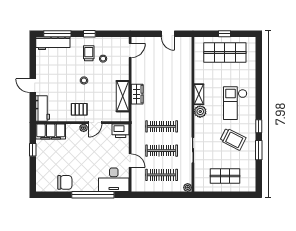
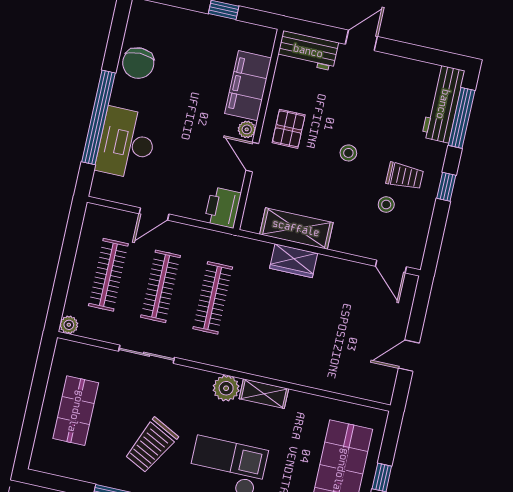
filing cabinet: (51, 131) -> (248, 86), moved
desk: (114, 180) -> (127, 143), moved

